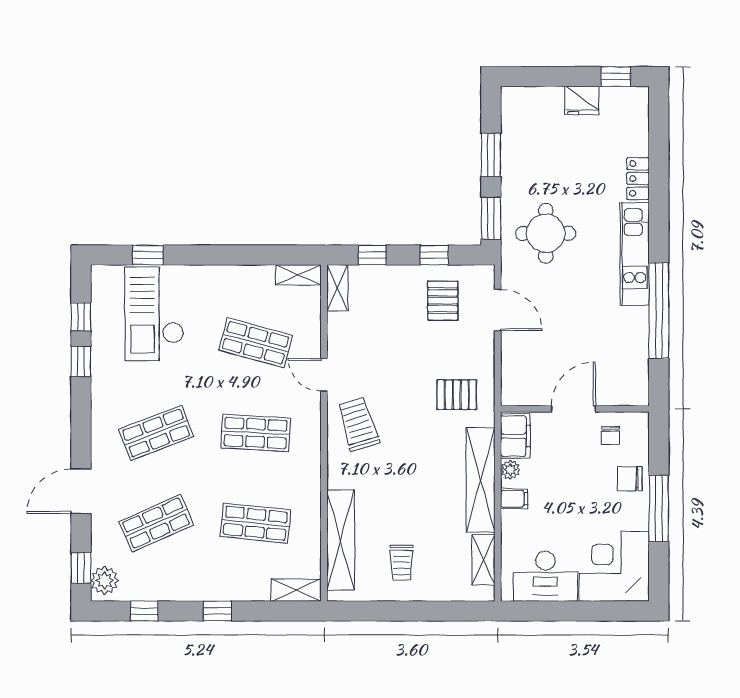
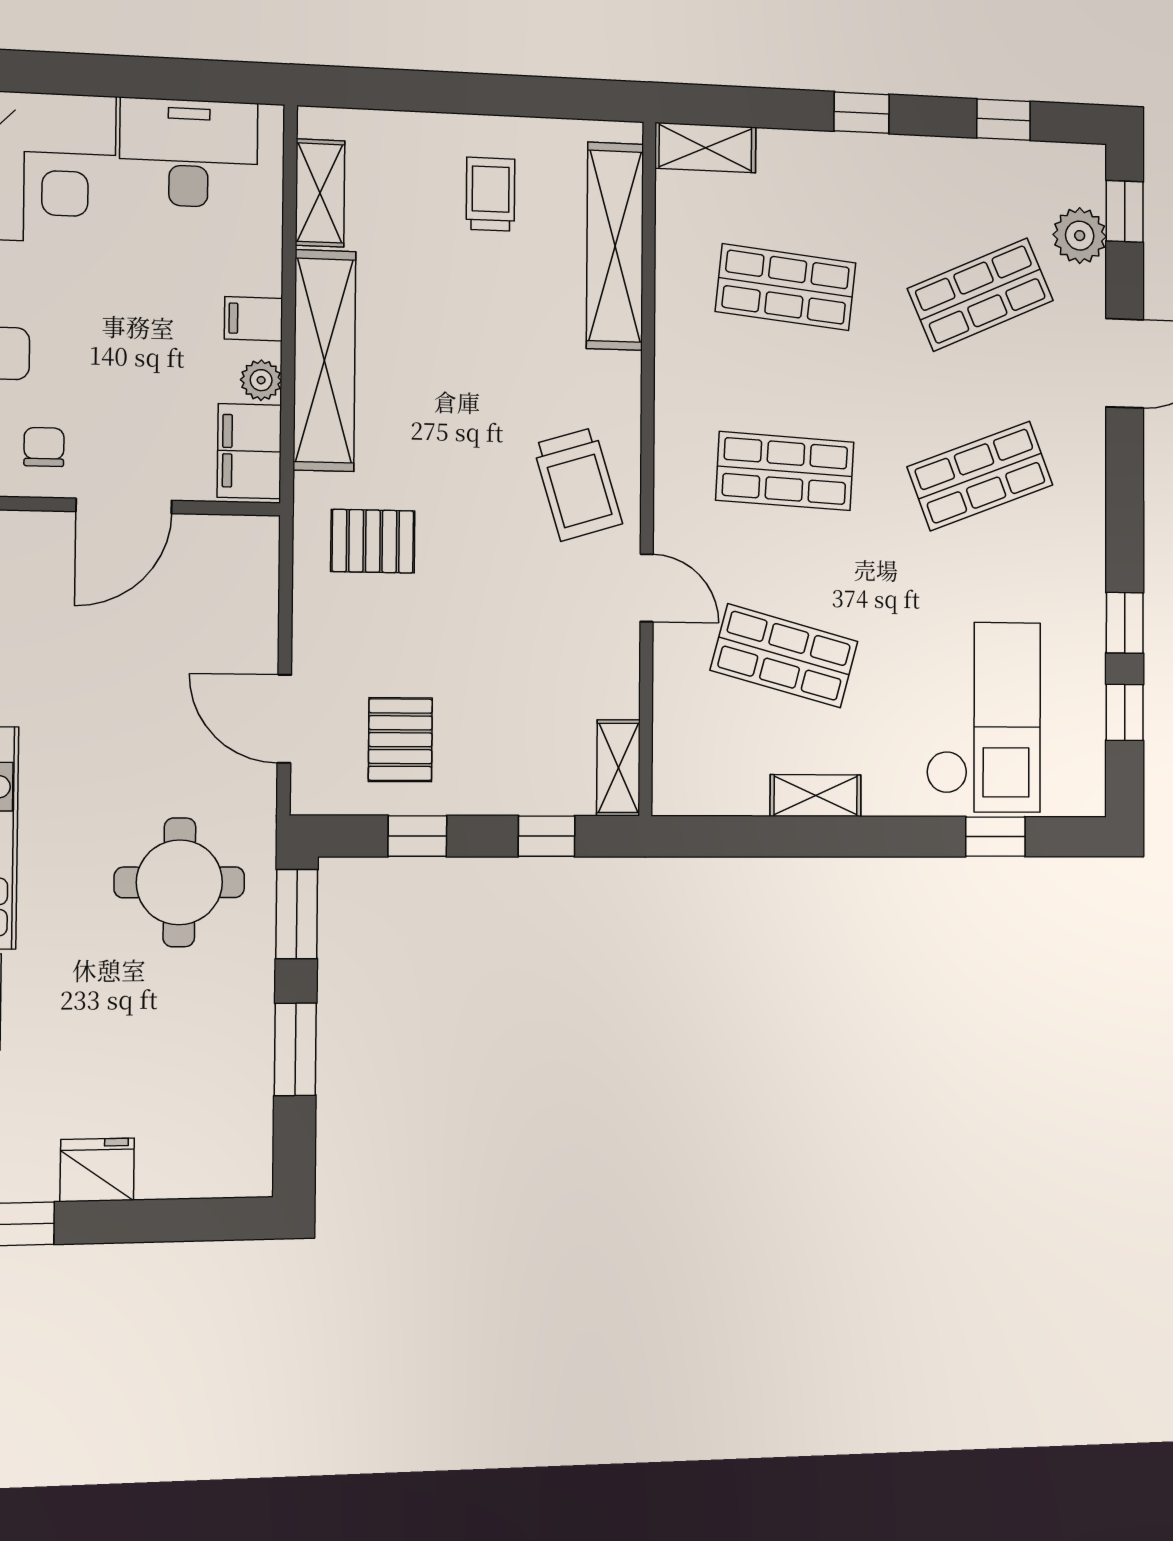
shelving: (298, 275) -> (816, 796), moved
plant: (105, 580) -> (1080, 236), moved

